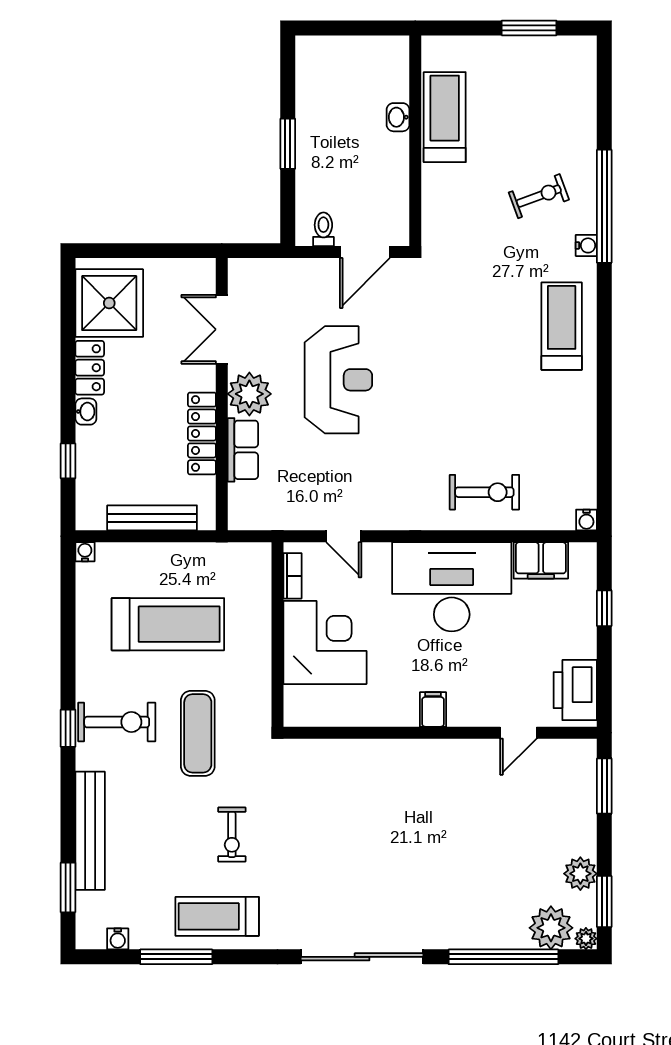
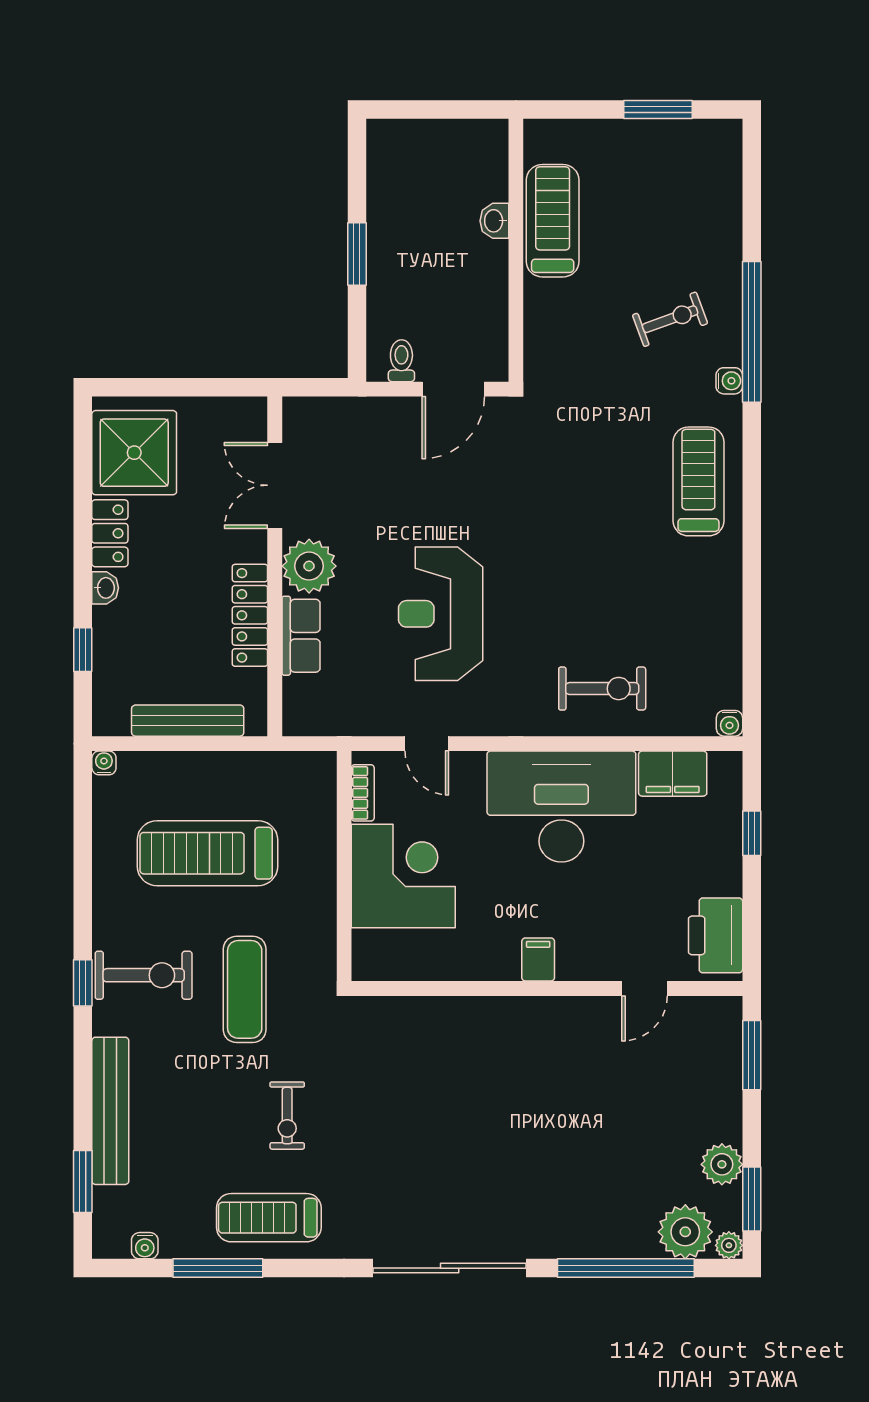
reception desk: (338, 380) -> (441, 614), moved, turned 180
treadmill: (168, 624) -> (208, 853), turned 180

